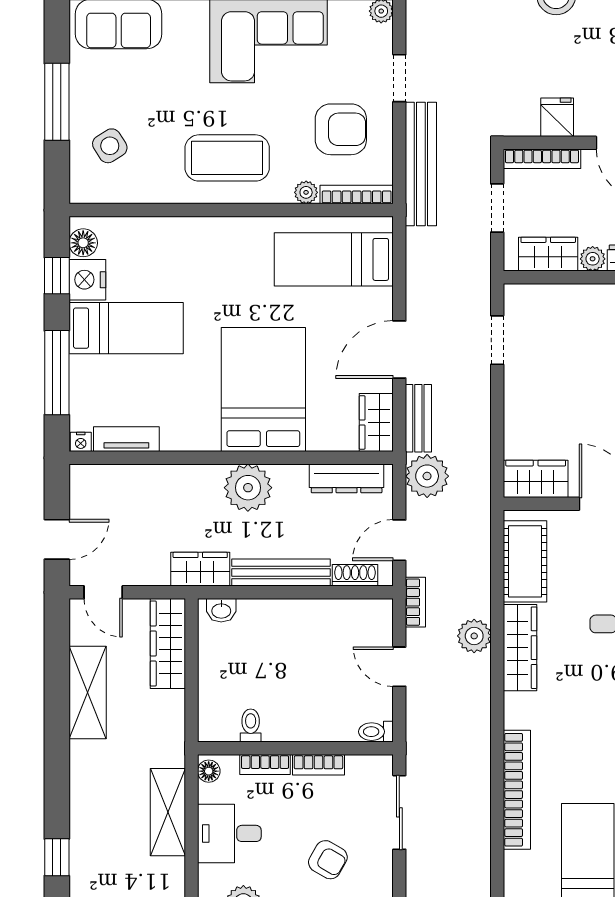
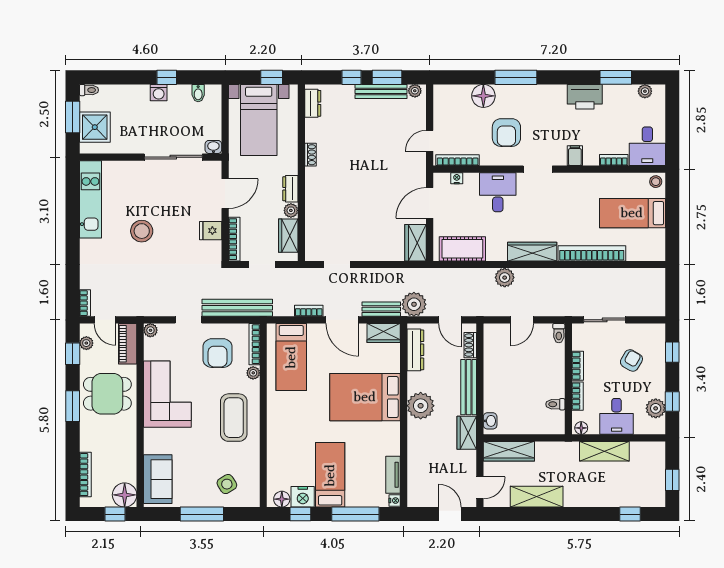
armchair: (341, 129) -> (218, 353), turned 180
bookcase: (415, 602) -> (309, 311), moved
wardrobe: (520, 648) -> (532, 252), moved

